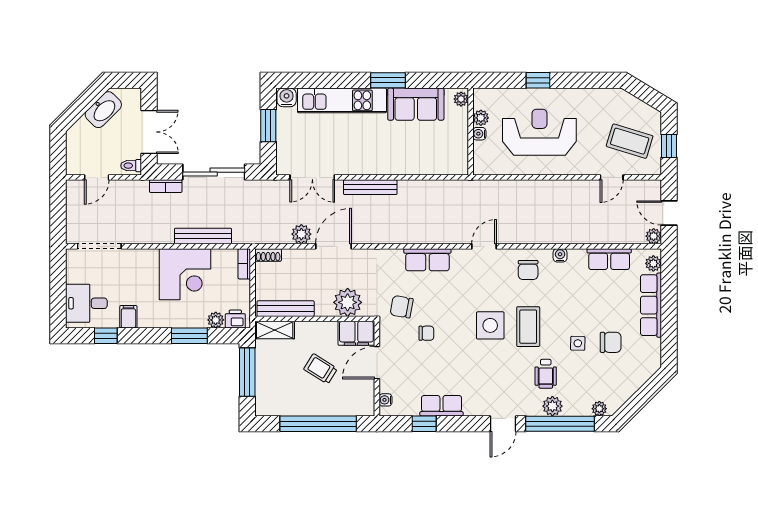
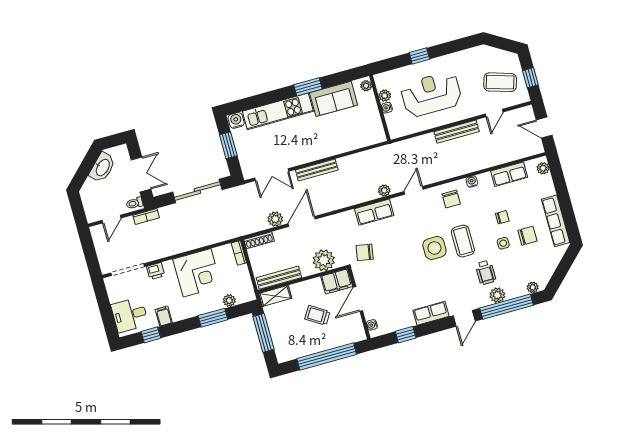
bookcase: (166, 186) -> (146, 216), moved
bench: (203, 236) -> (457, 132), moved
plant: (654, 236) -> (384, 190), moved
shoe rack: (268, 255) -> (259, 240), width x1.43
row of seats: (651, 305) -> (556, 221), moved
printer: (235, 319) -> (156, 271), moved, turned 180
chair: (426, 333) -> (502, 217), moved
row of seats: (441, 406) -> (431, 313), moved

